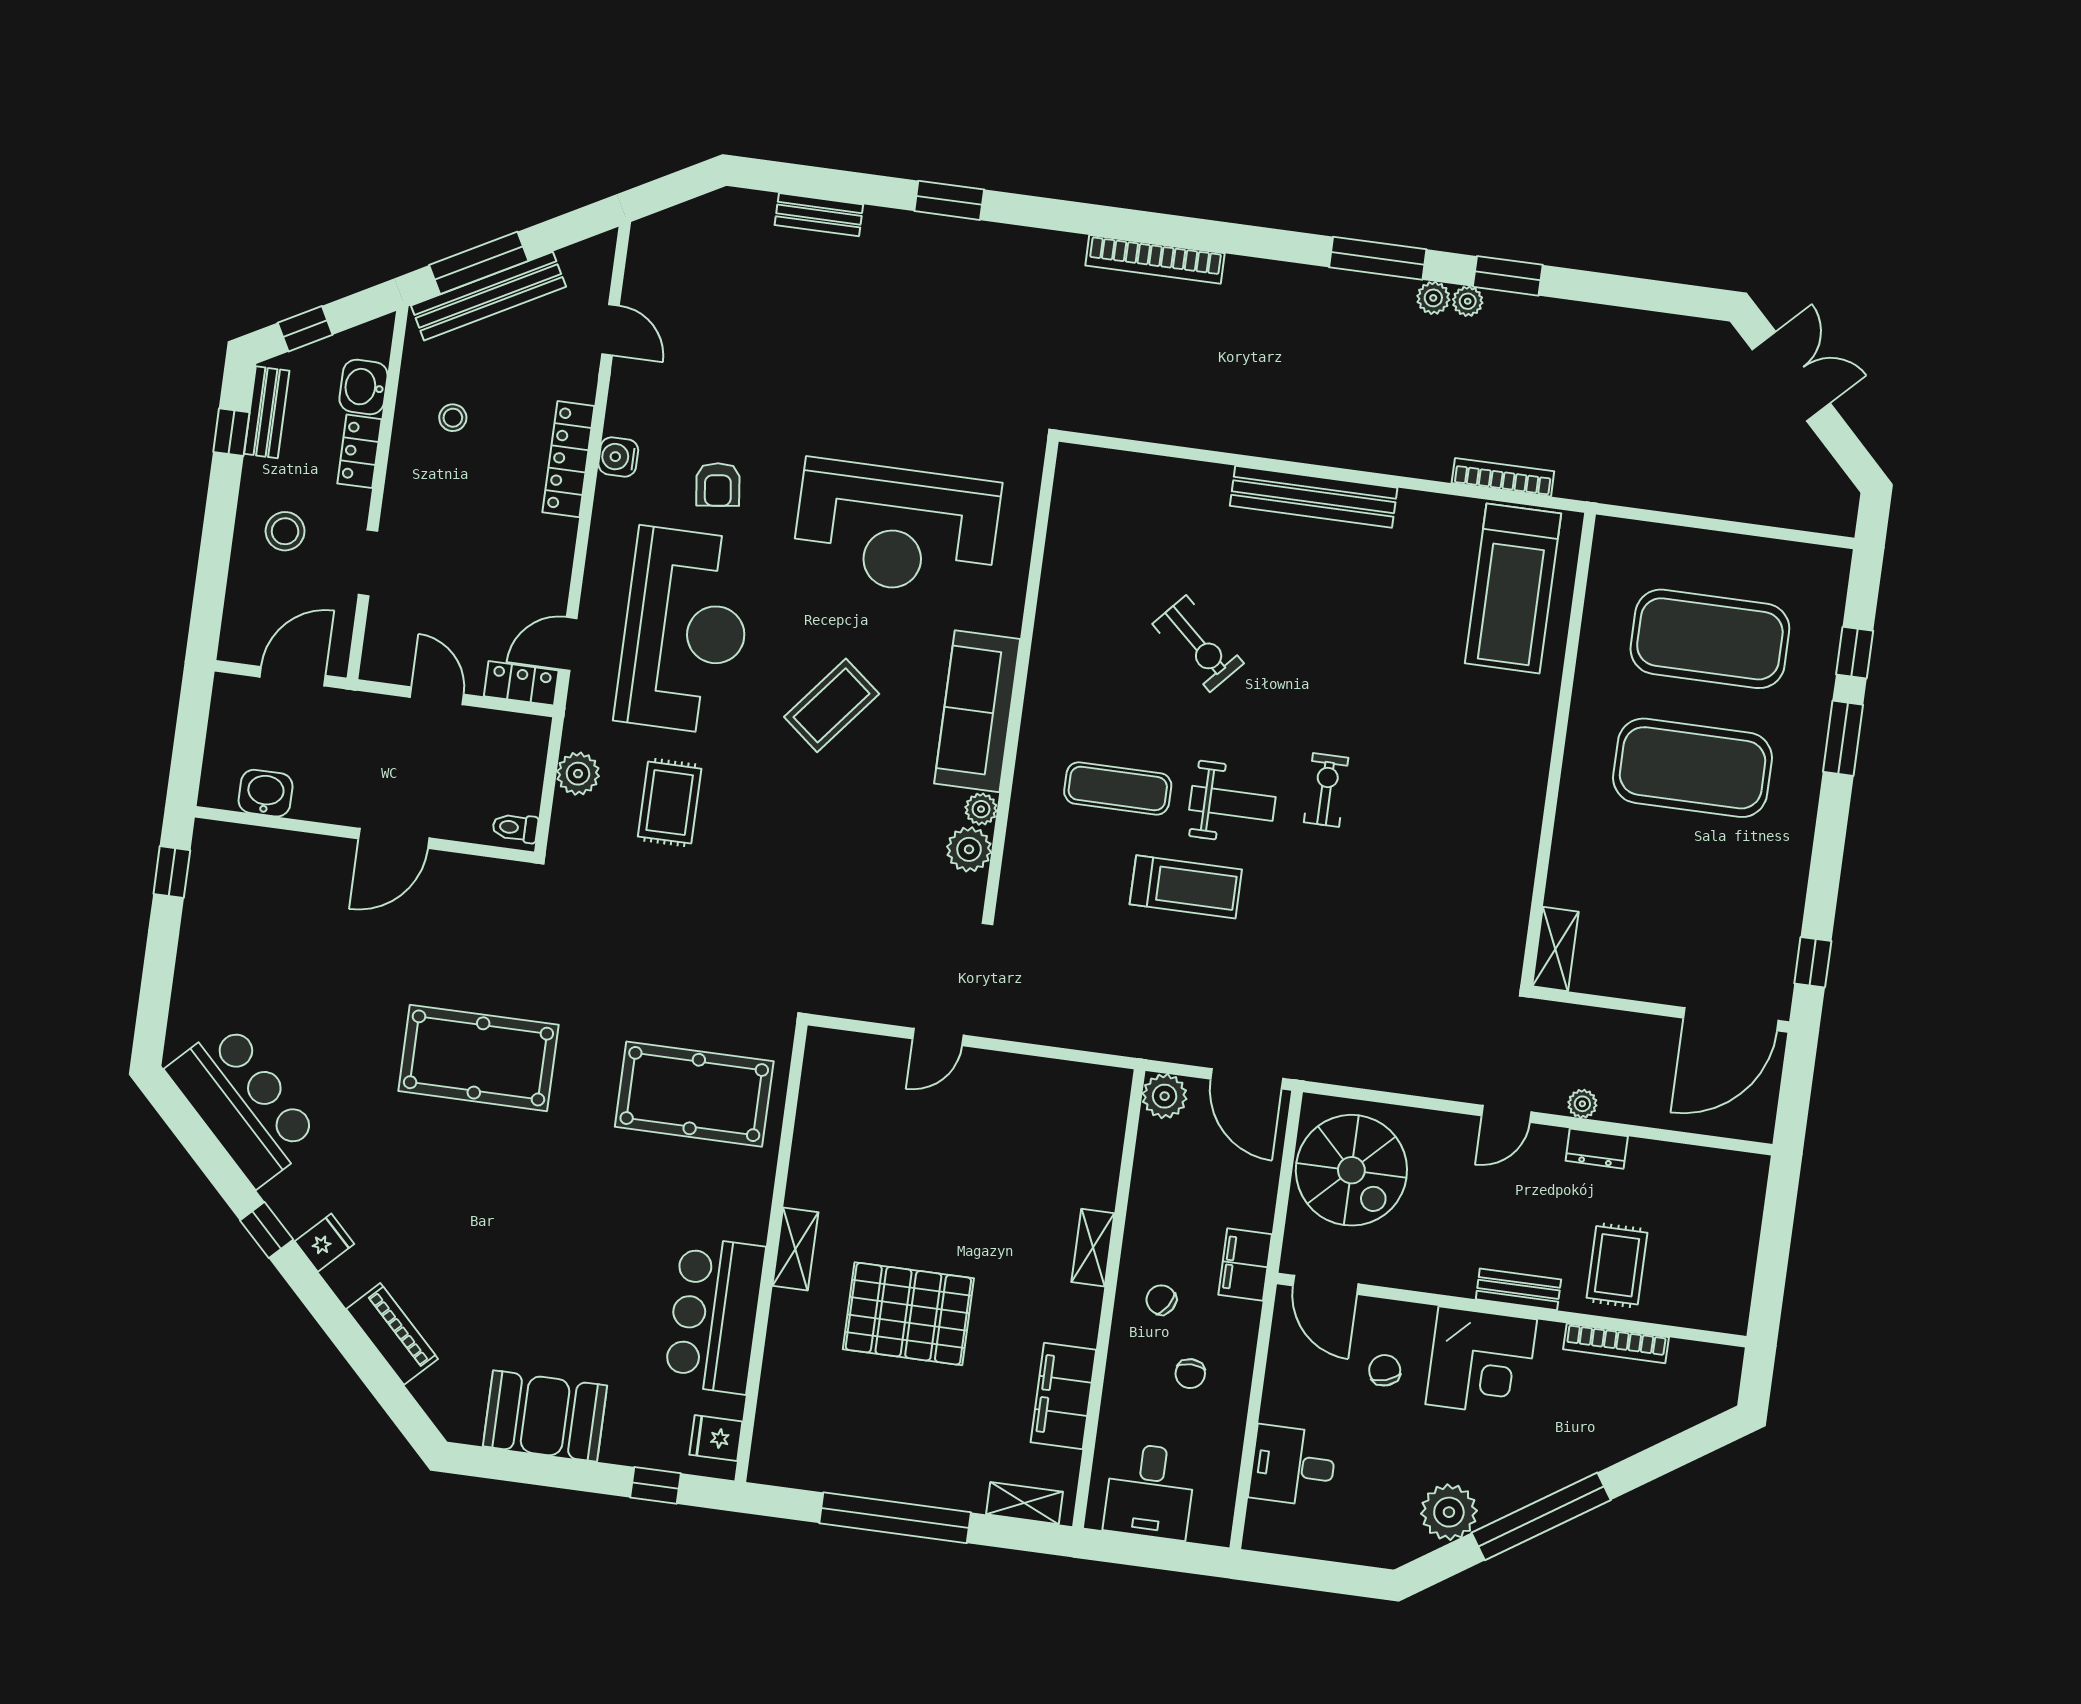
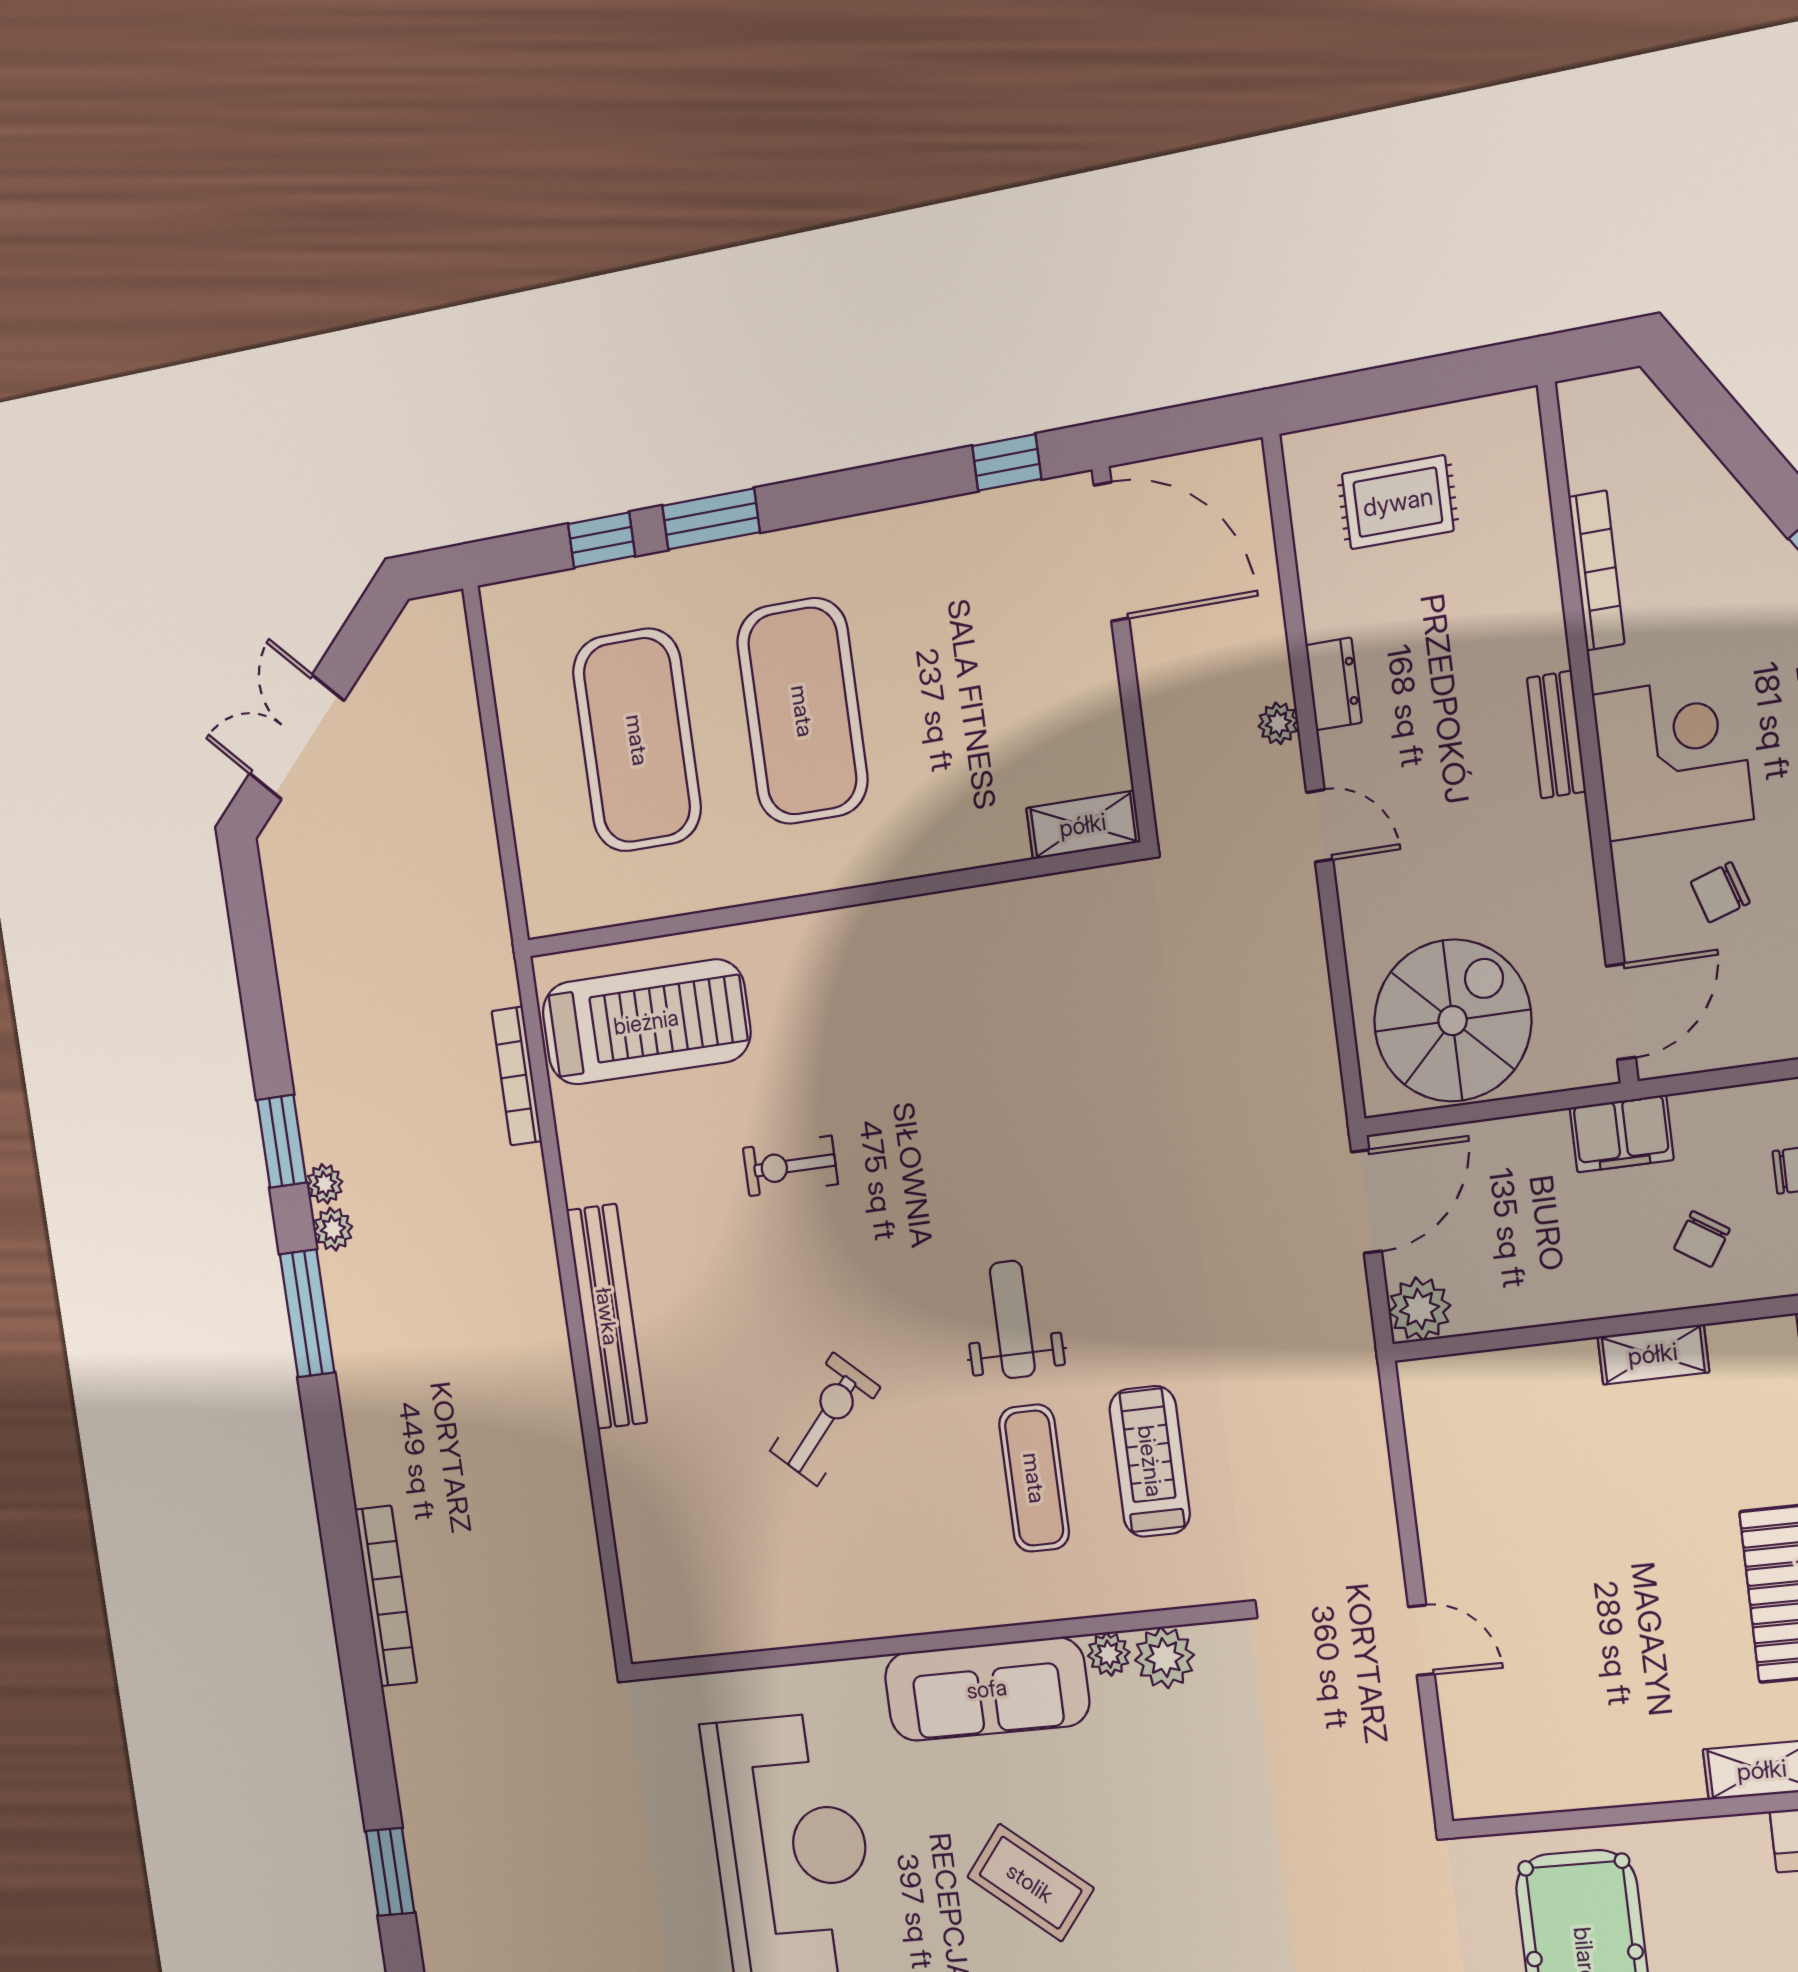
exercise bike: (1326, 790) -> (790, 1166), moved
treadmill: (1186, 887) -> (1150, 1461), moved
rug: (1617, 1265) -> (1398, 502), moved

